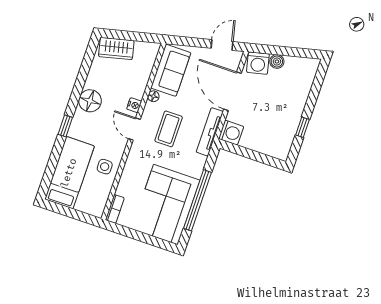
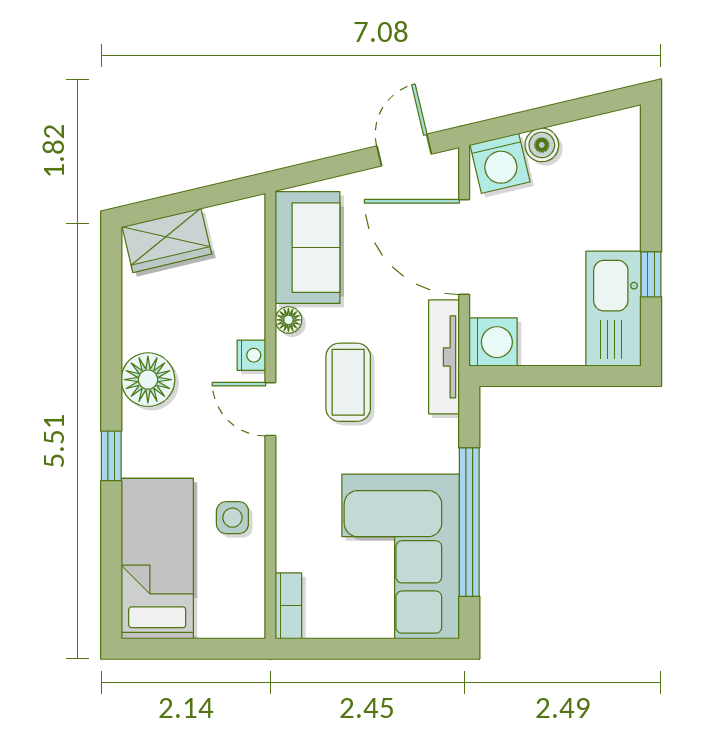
kitchen sink: (283, 136) -> (614, 309), added

